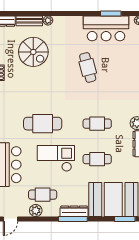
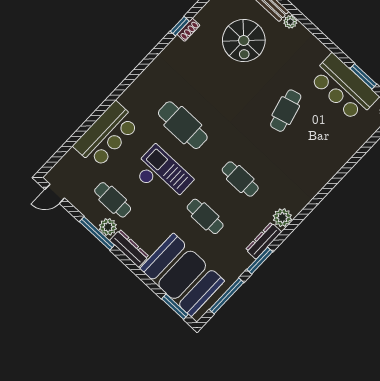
plant: (36, 211) -> (108, 227), moved
window: (73, 219) -> (97, 233), moved

